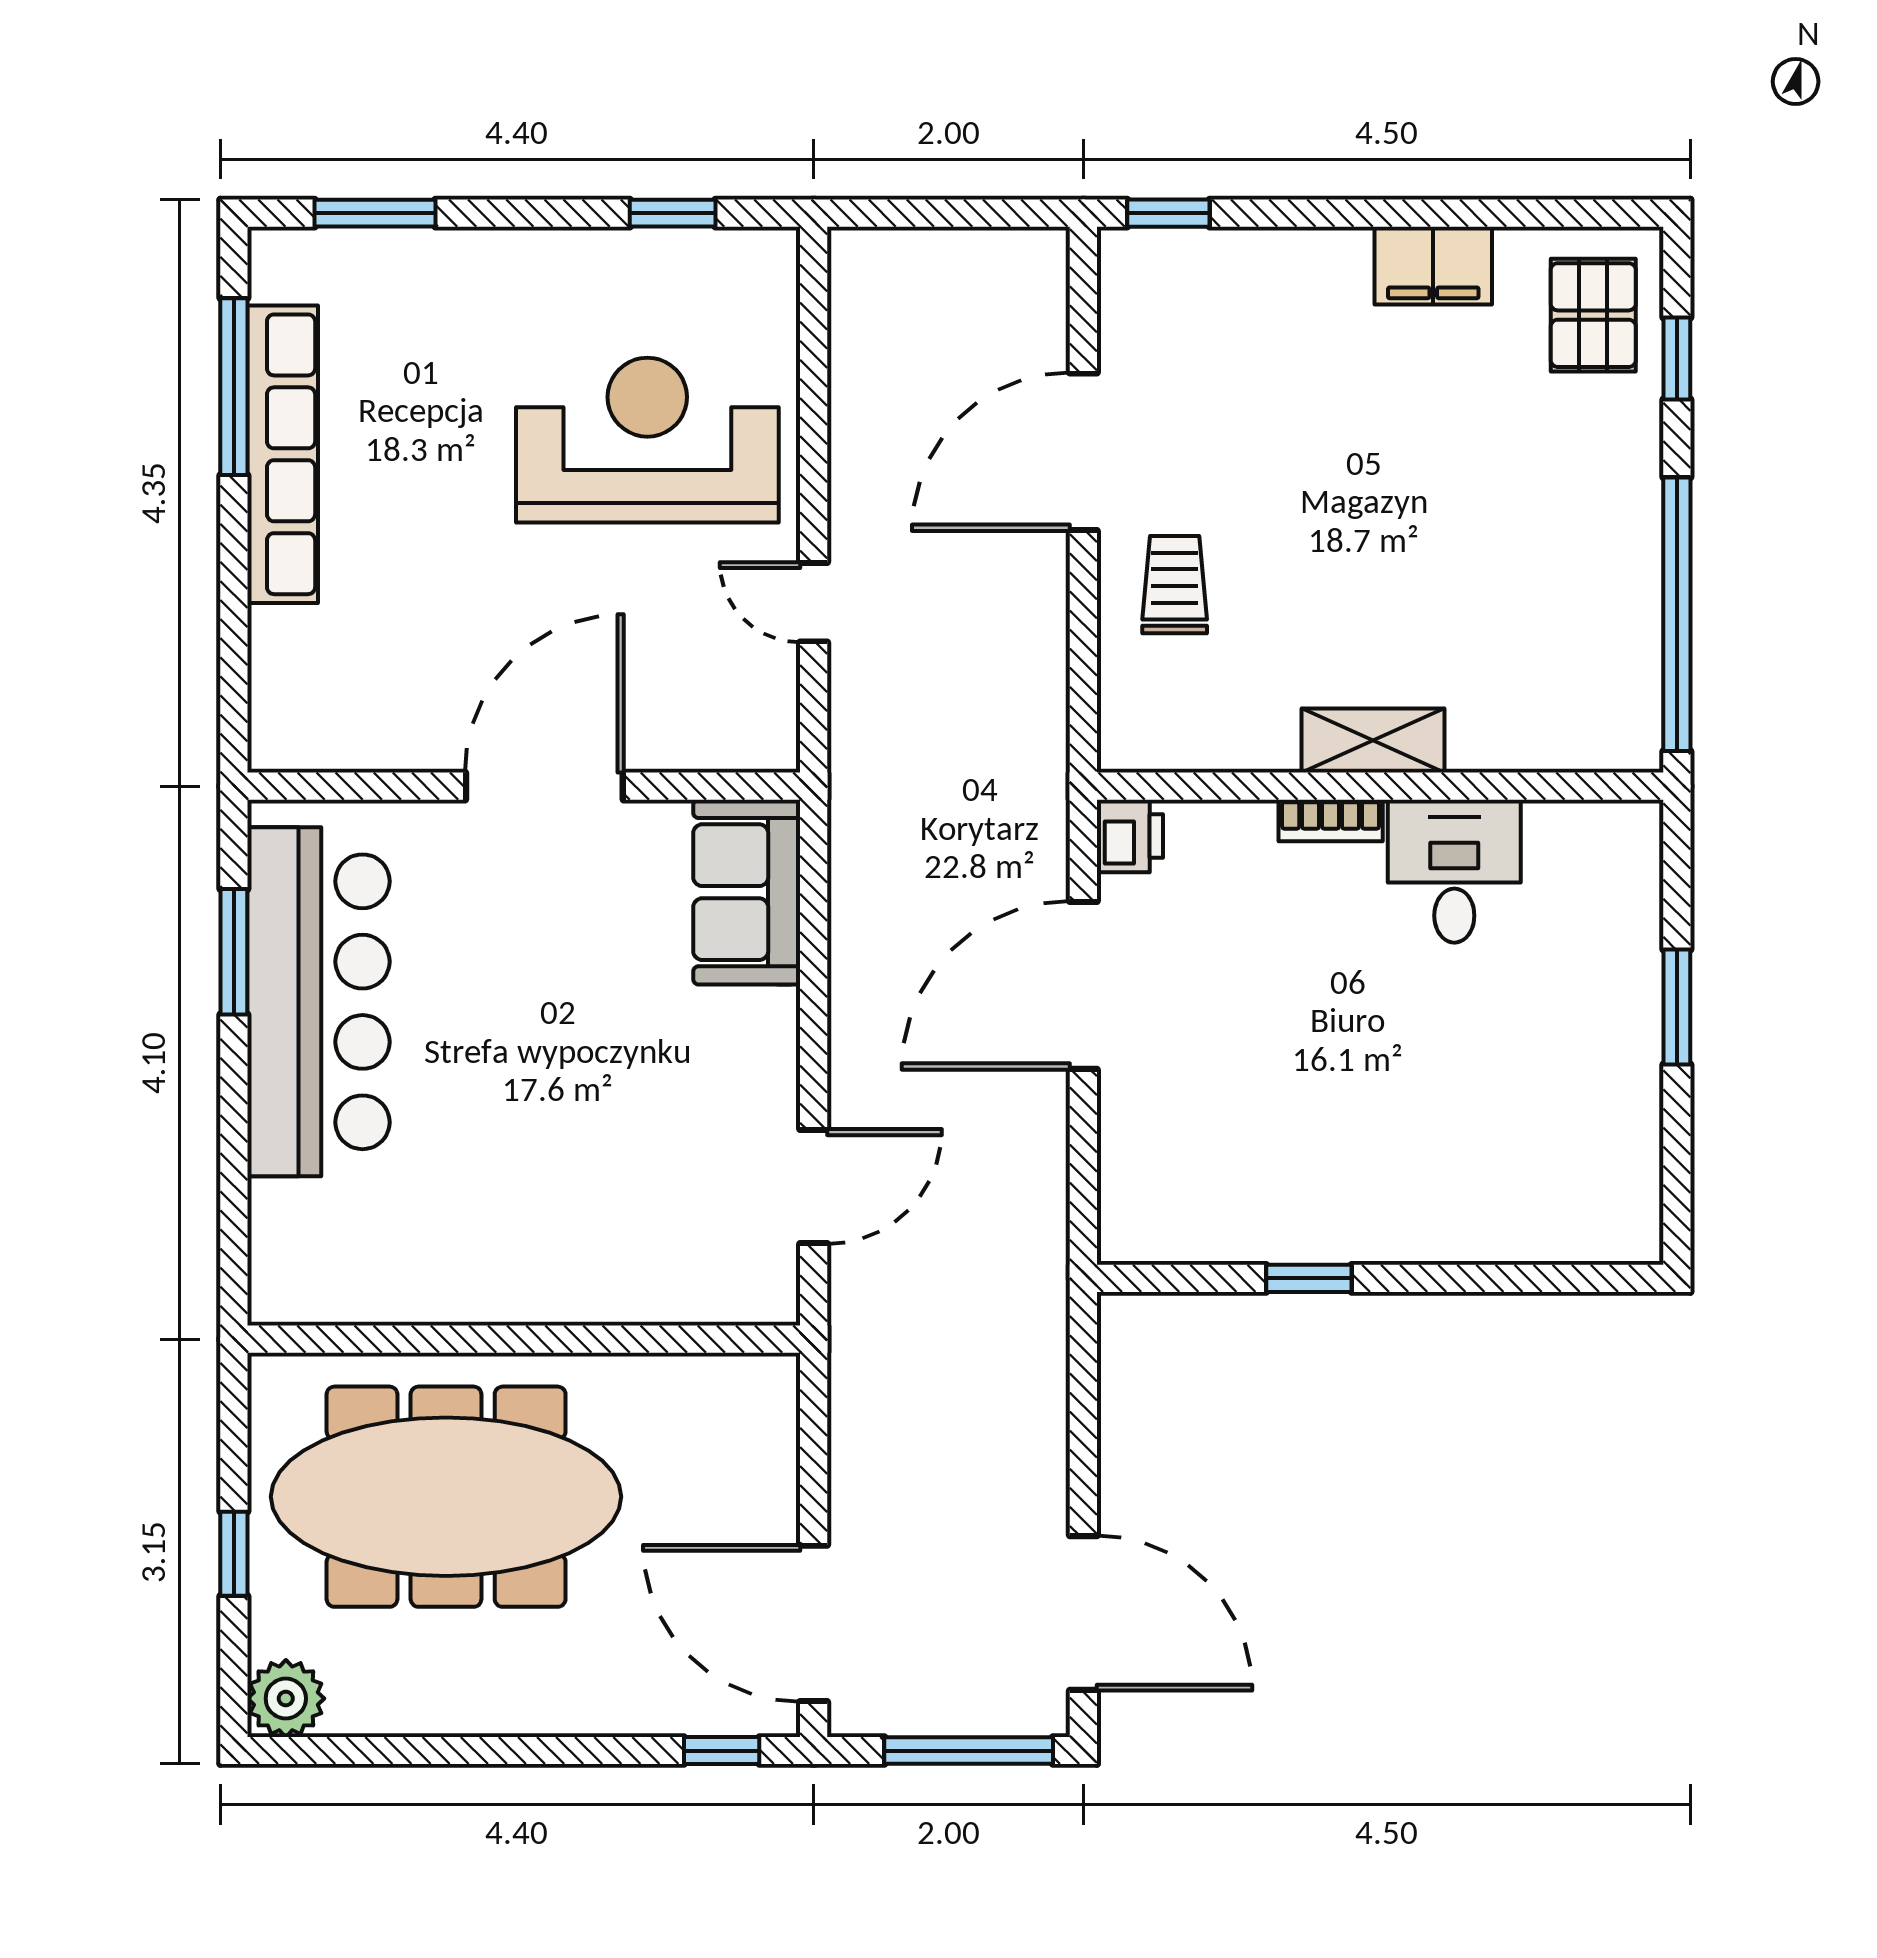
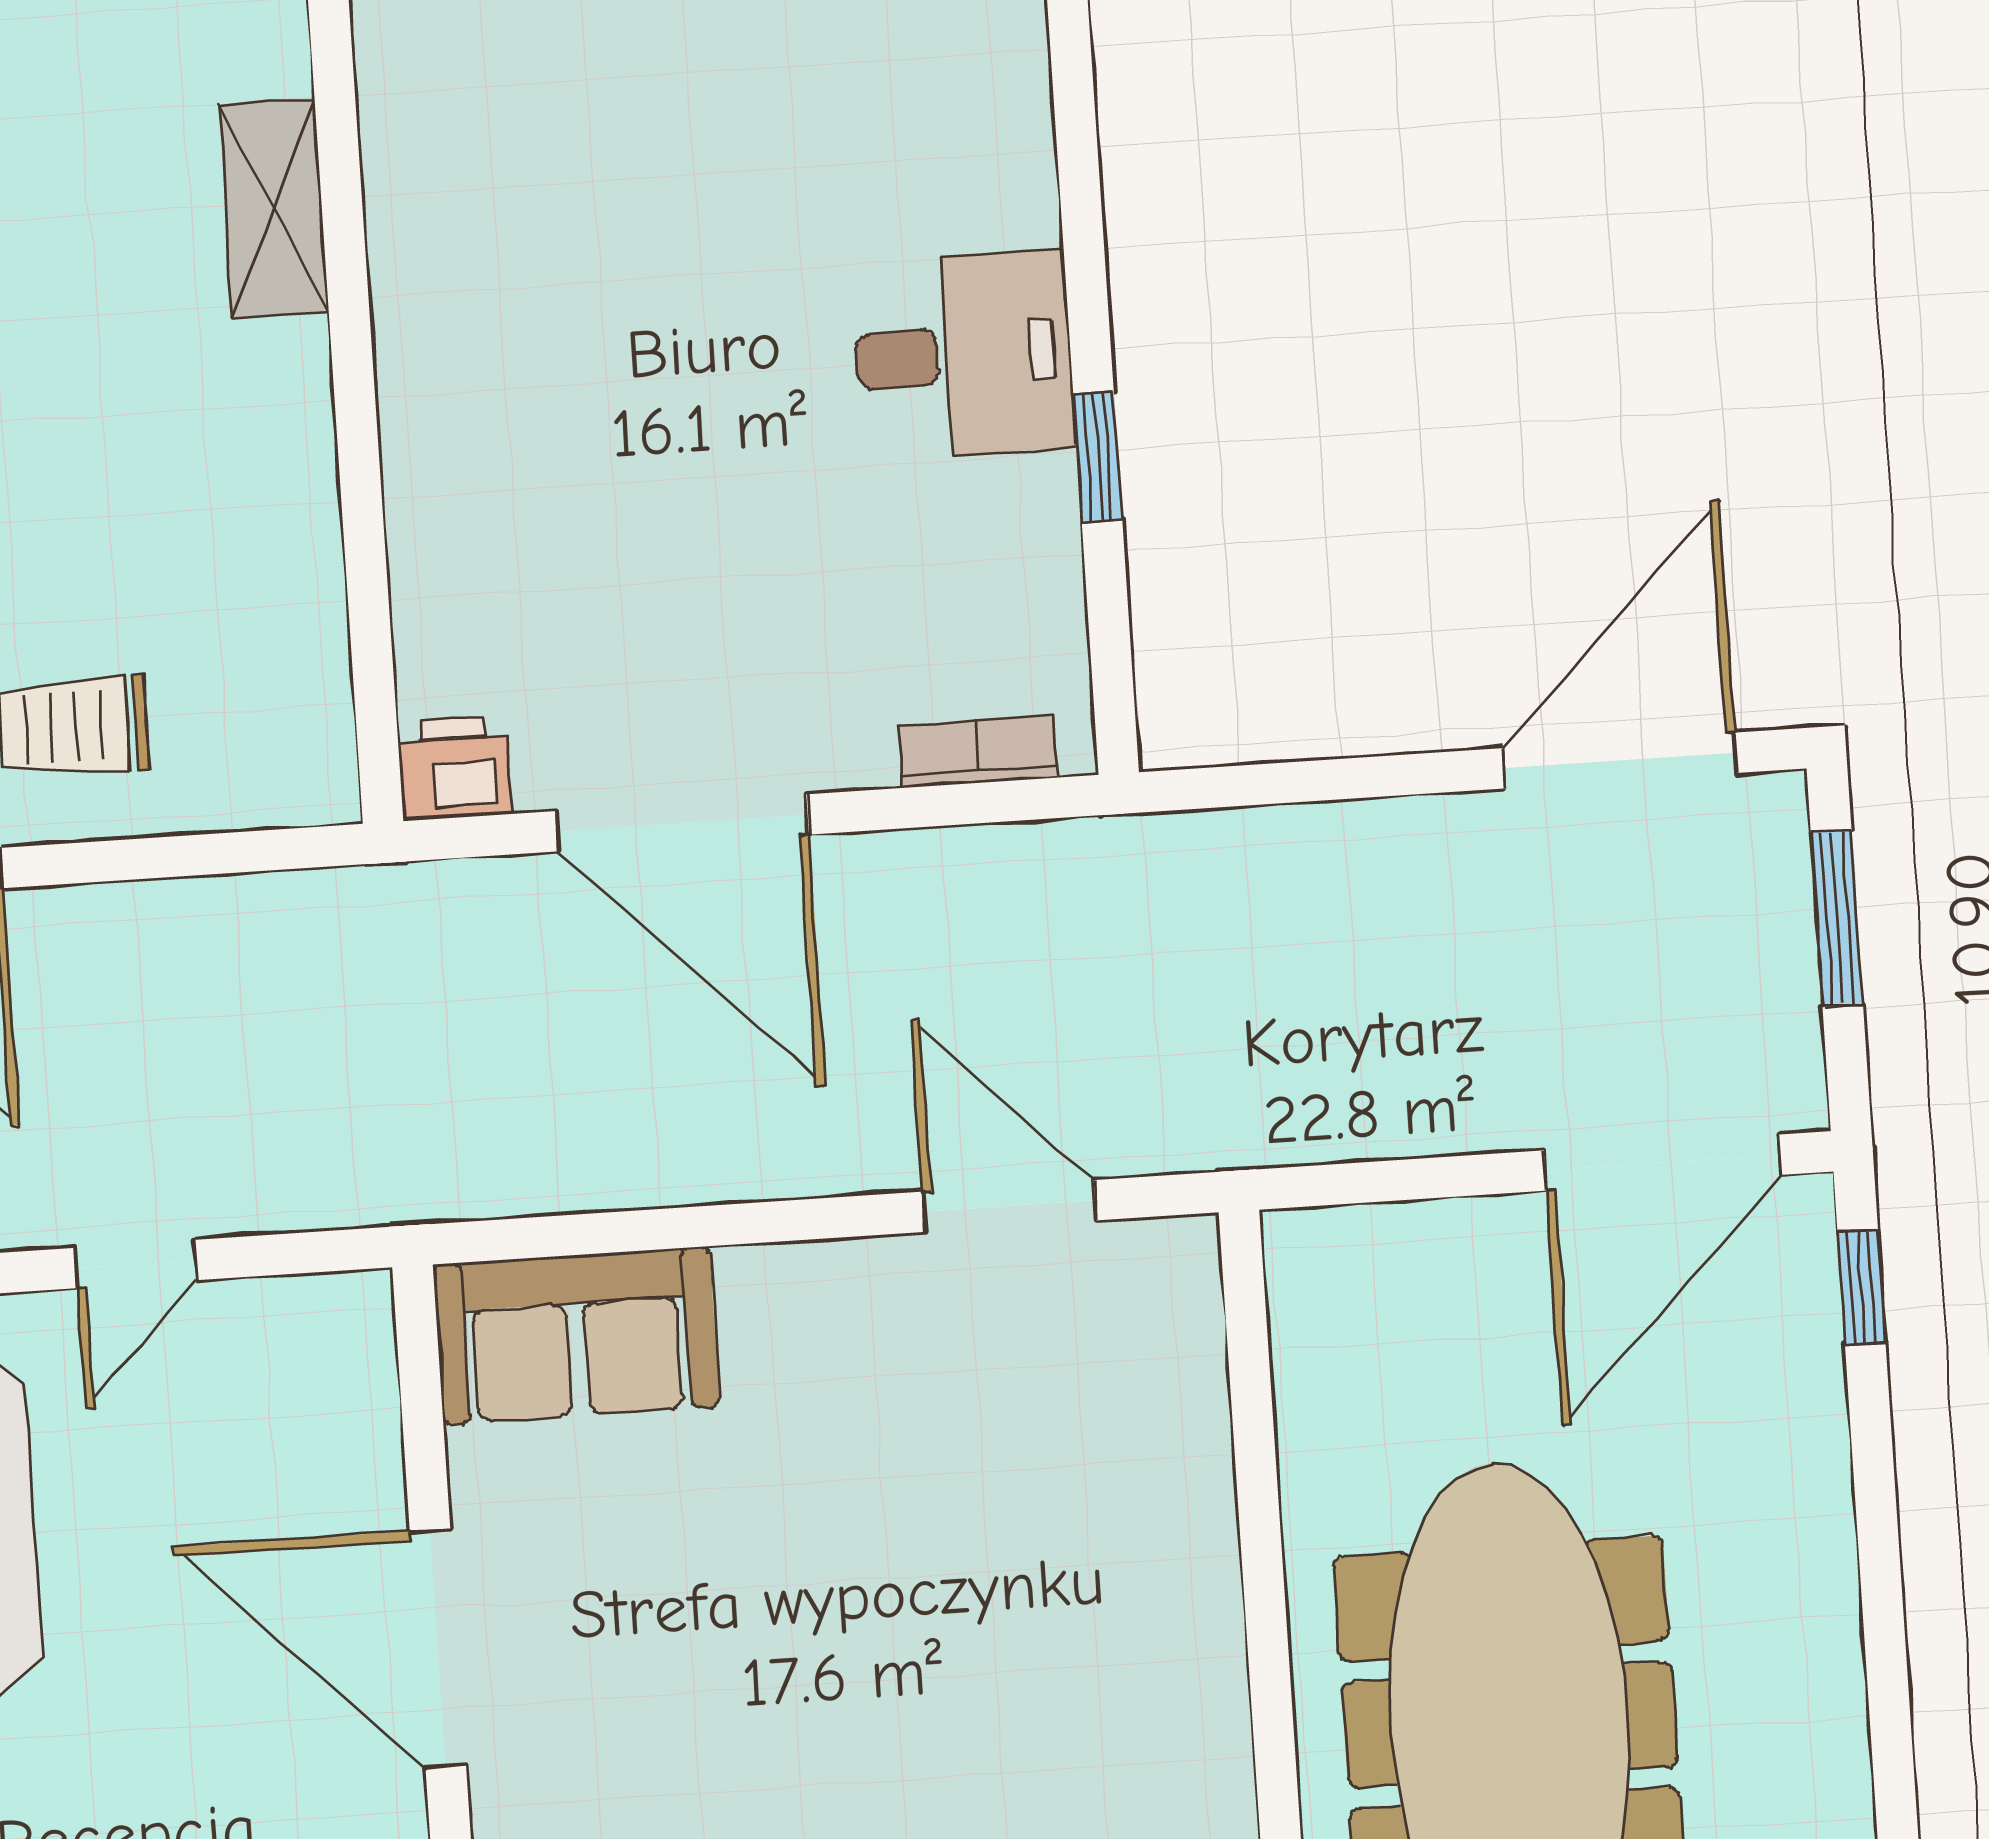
shelving: (1373, 741) -> (274, 208), moved
bookcase: (1331, 821) -> (978, 752), moved, turned -90
desk: (1454, 871) -> (963, 355), moved, turned 180
window: (969, 1751) -> (1837, 918), width x0.69

